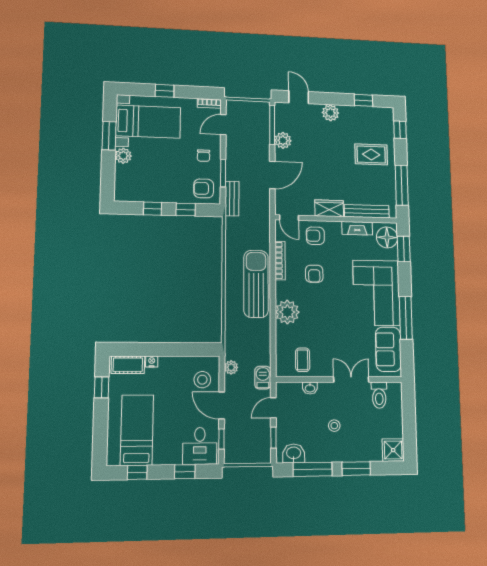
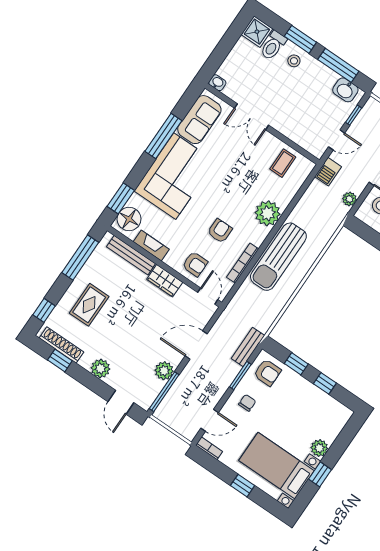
shoe rack: (370, 112) -> (61, 345), added
window: (109, 136) -> (320, 474), width x0.67
rug: (371, 154) -> (89, 305), turned 90
washbasin: (310, 388) -> (217, 83), moved
toilet: (379, 395) -> (273, 46), moved, turned 180
stool: (334, 426) -> (294, 61), moved

